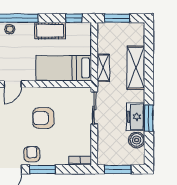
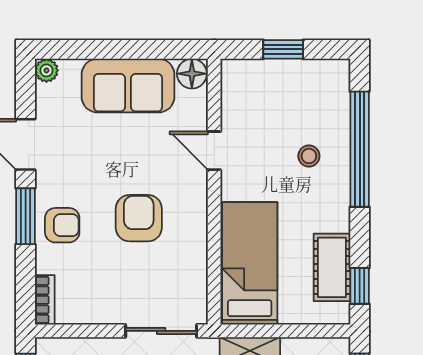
stool: (10, 29) -> (309, 156), moved
cot: (50, 31) -> (332, 267), moved
armchair: (32, 154) -> (62, 225), moved

